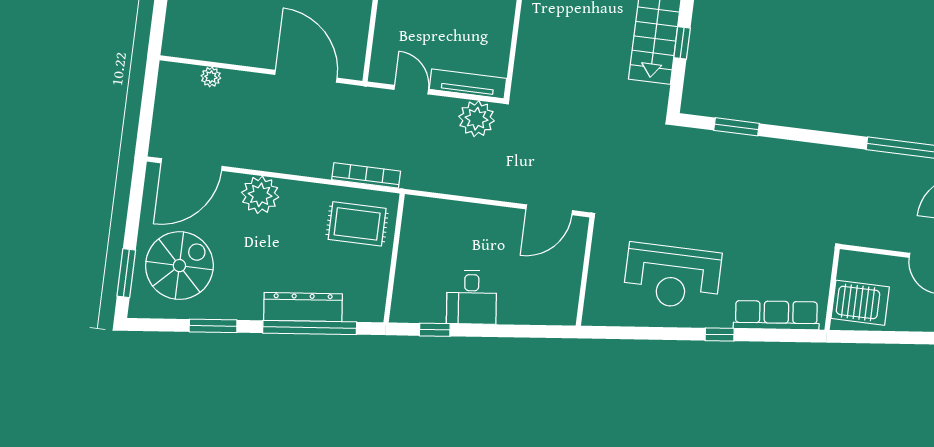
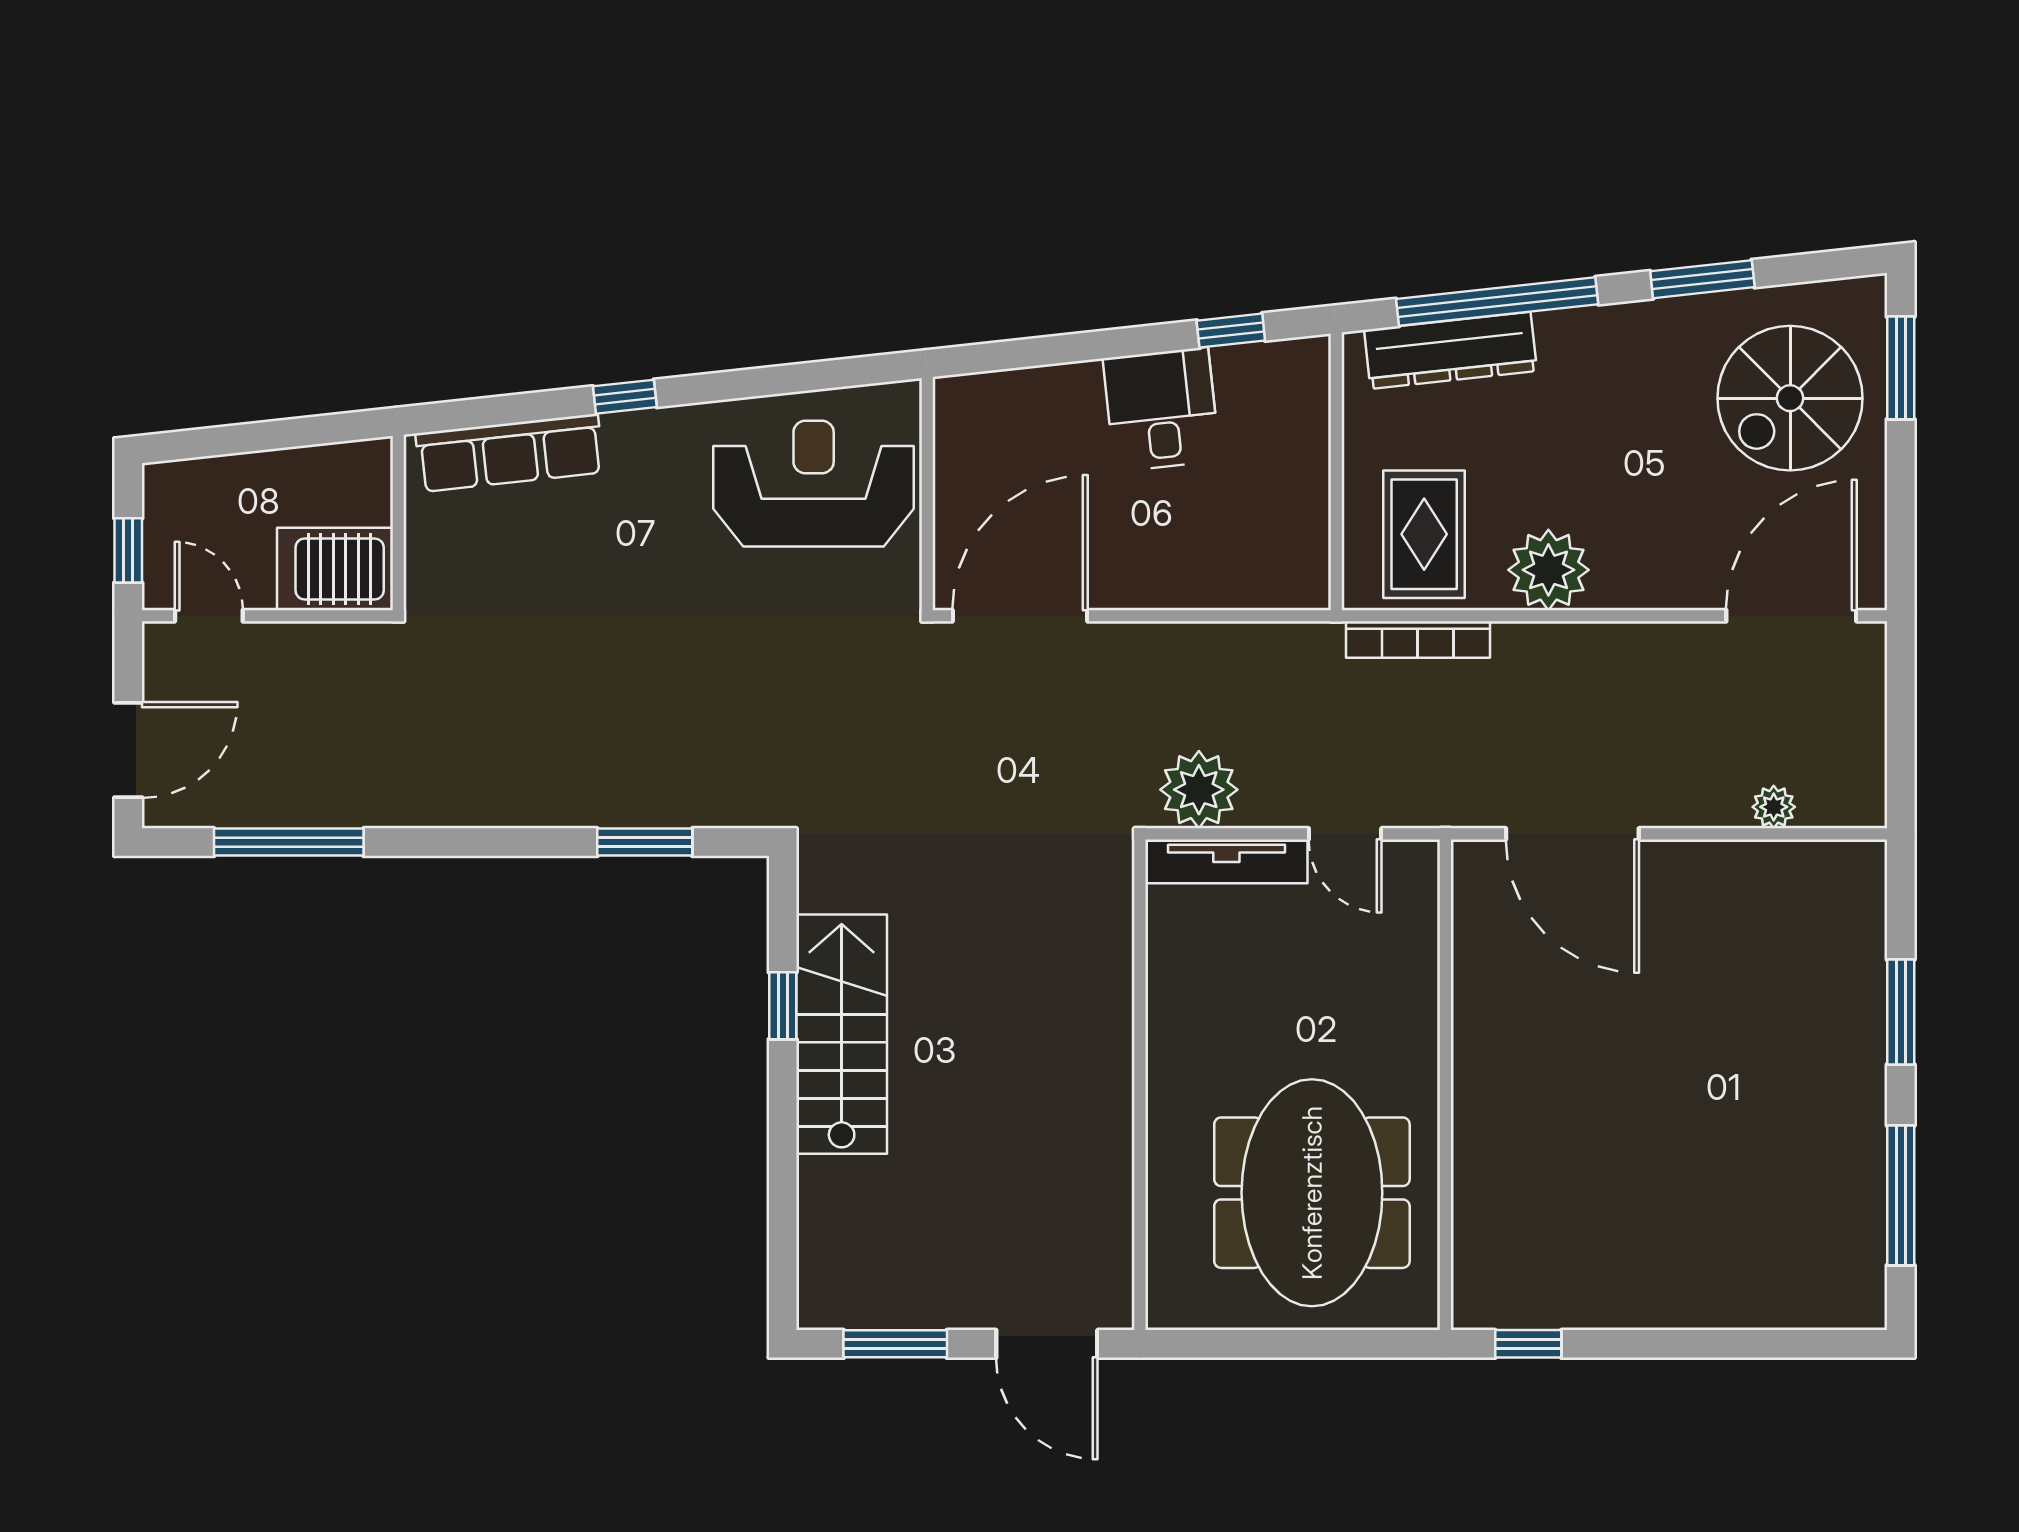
plant: (260, 195) -> (1548, 570), moved
door: (549, 210) -> (1020, 616), width x1.36
rug: (357, 224) -> (1424, 534), turned 90
reception desk: (672, 277) -> (814, 484), moved
server rack: (860, 303) -> (335, 569), moved
dresser: (303, 307) -> (1450, 350), moved

